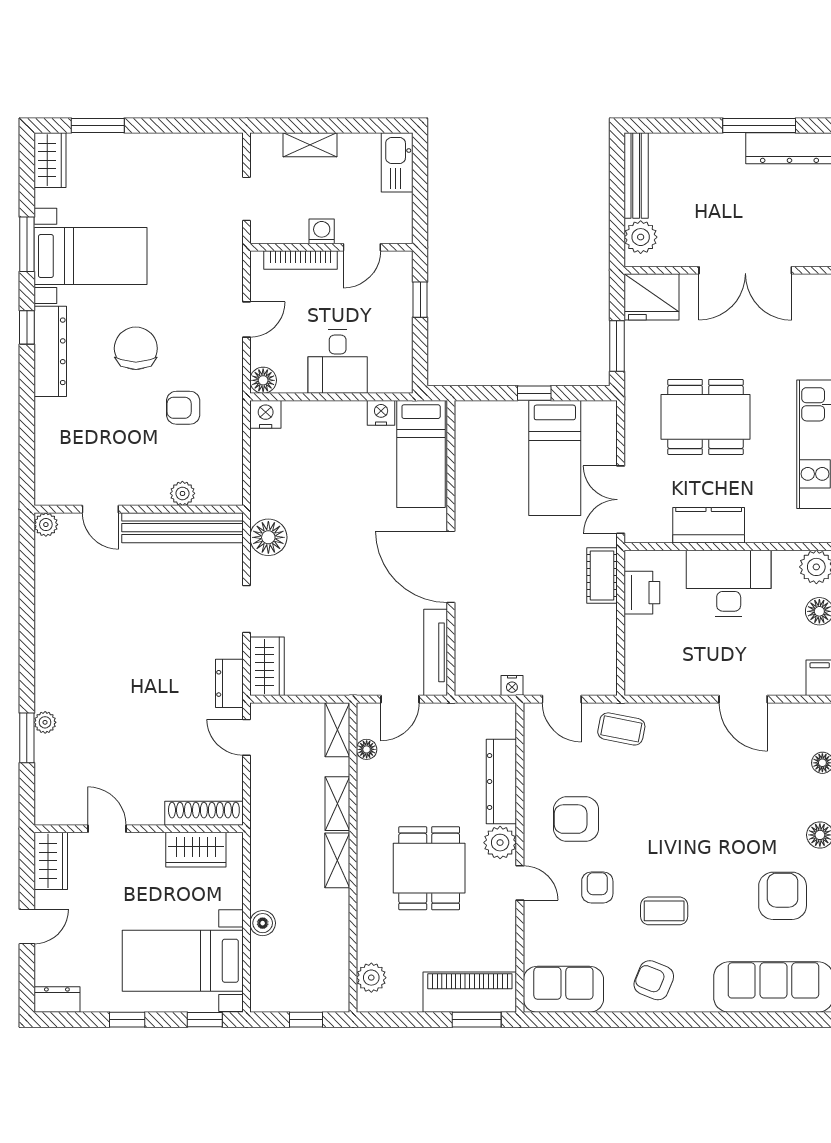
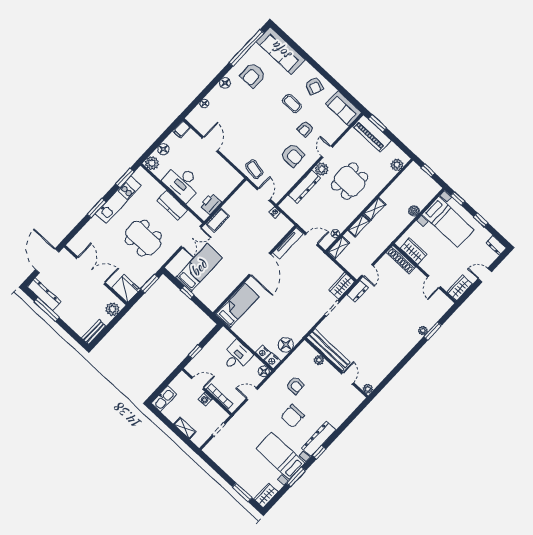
bench: (636, 175) -> (94, 332), width x0.73
nightstand: (381, 413) -> (263, 352), moved
floor lamp: (268, 537) -> (286, 345), moved

